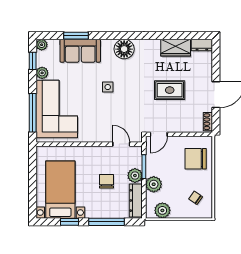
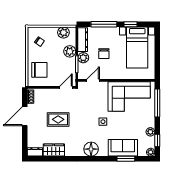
corner sofa: (57, 109) -> (129, 97), moved, turned -90
door: (121, 144) -> (93, 80), swing flipped

